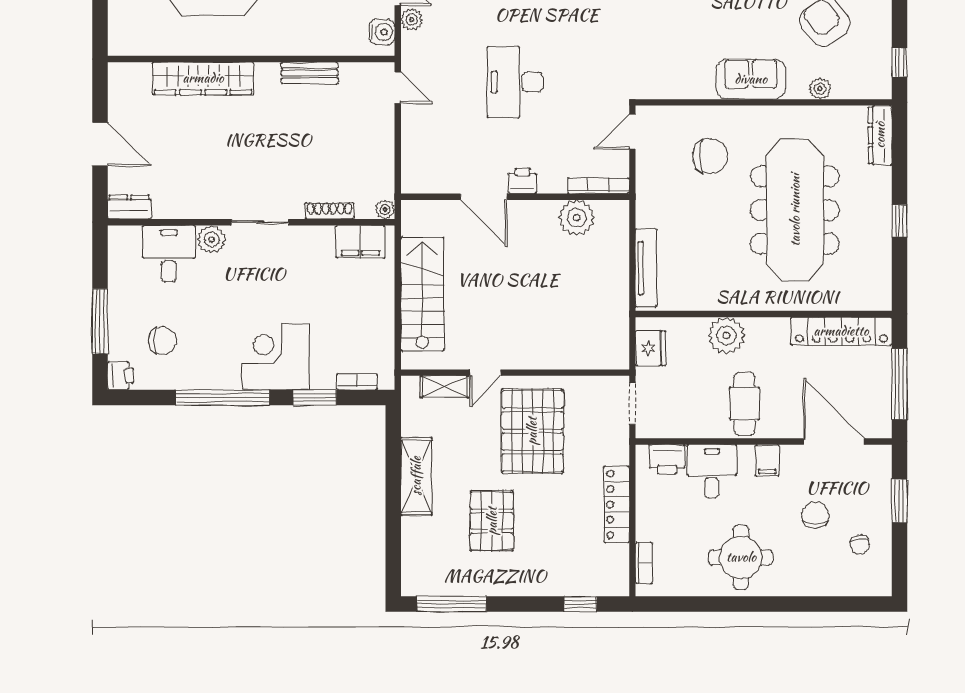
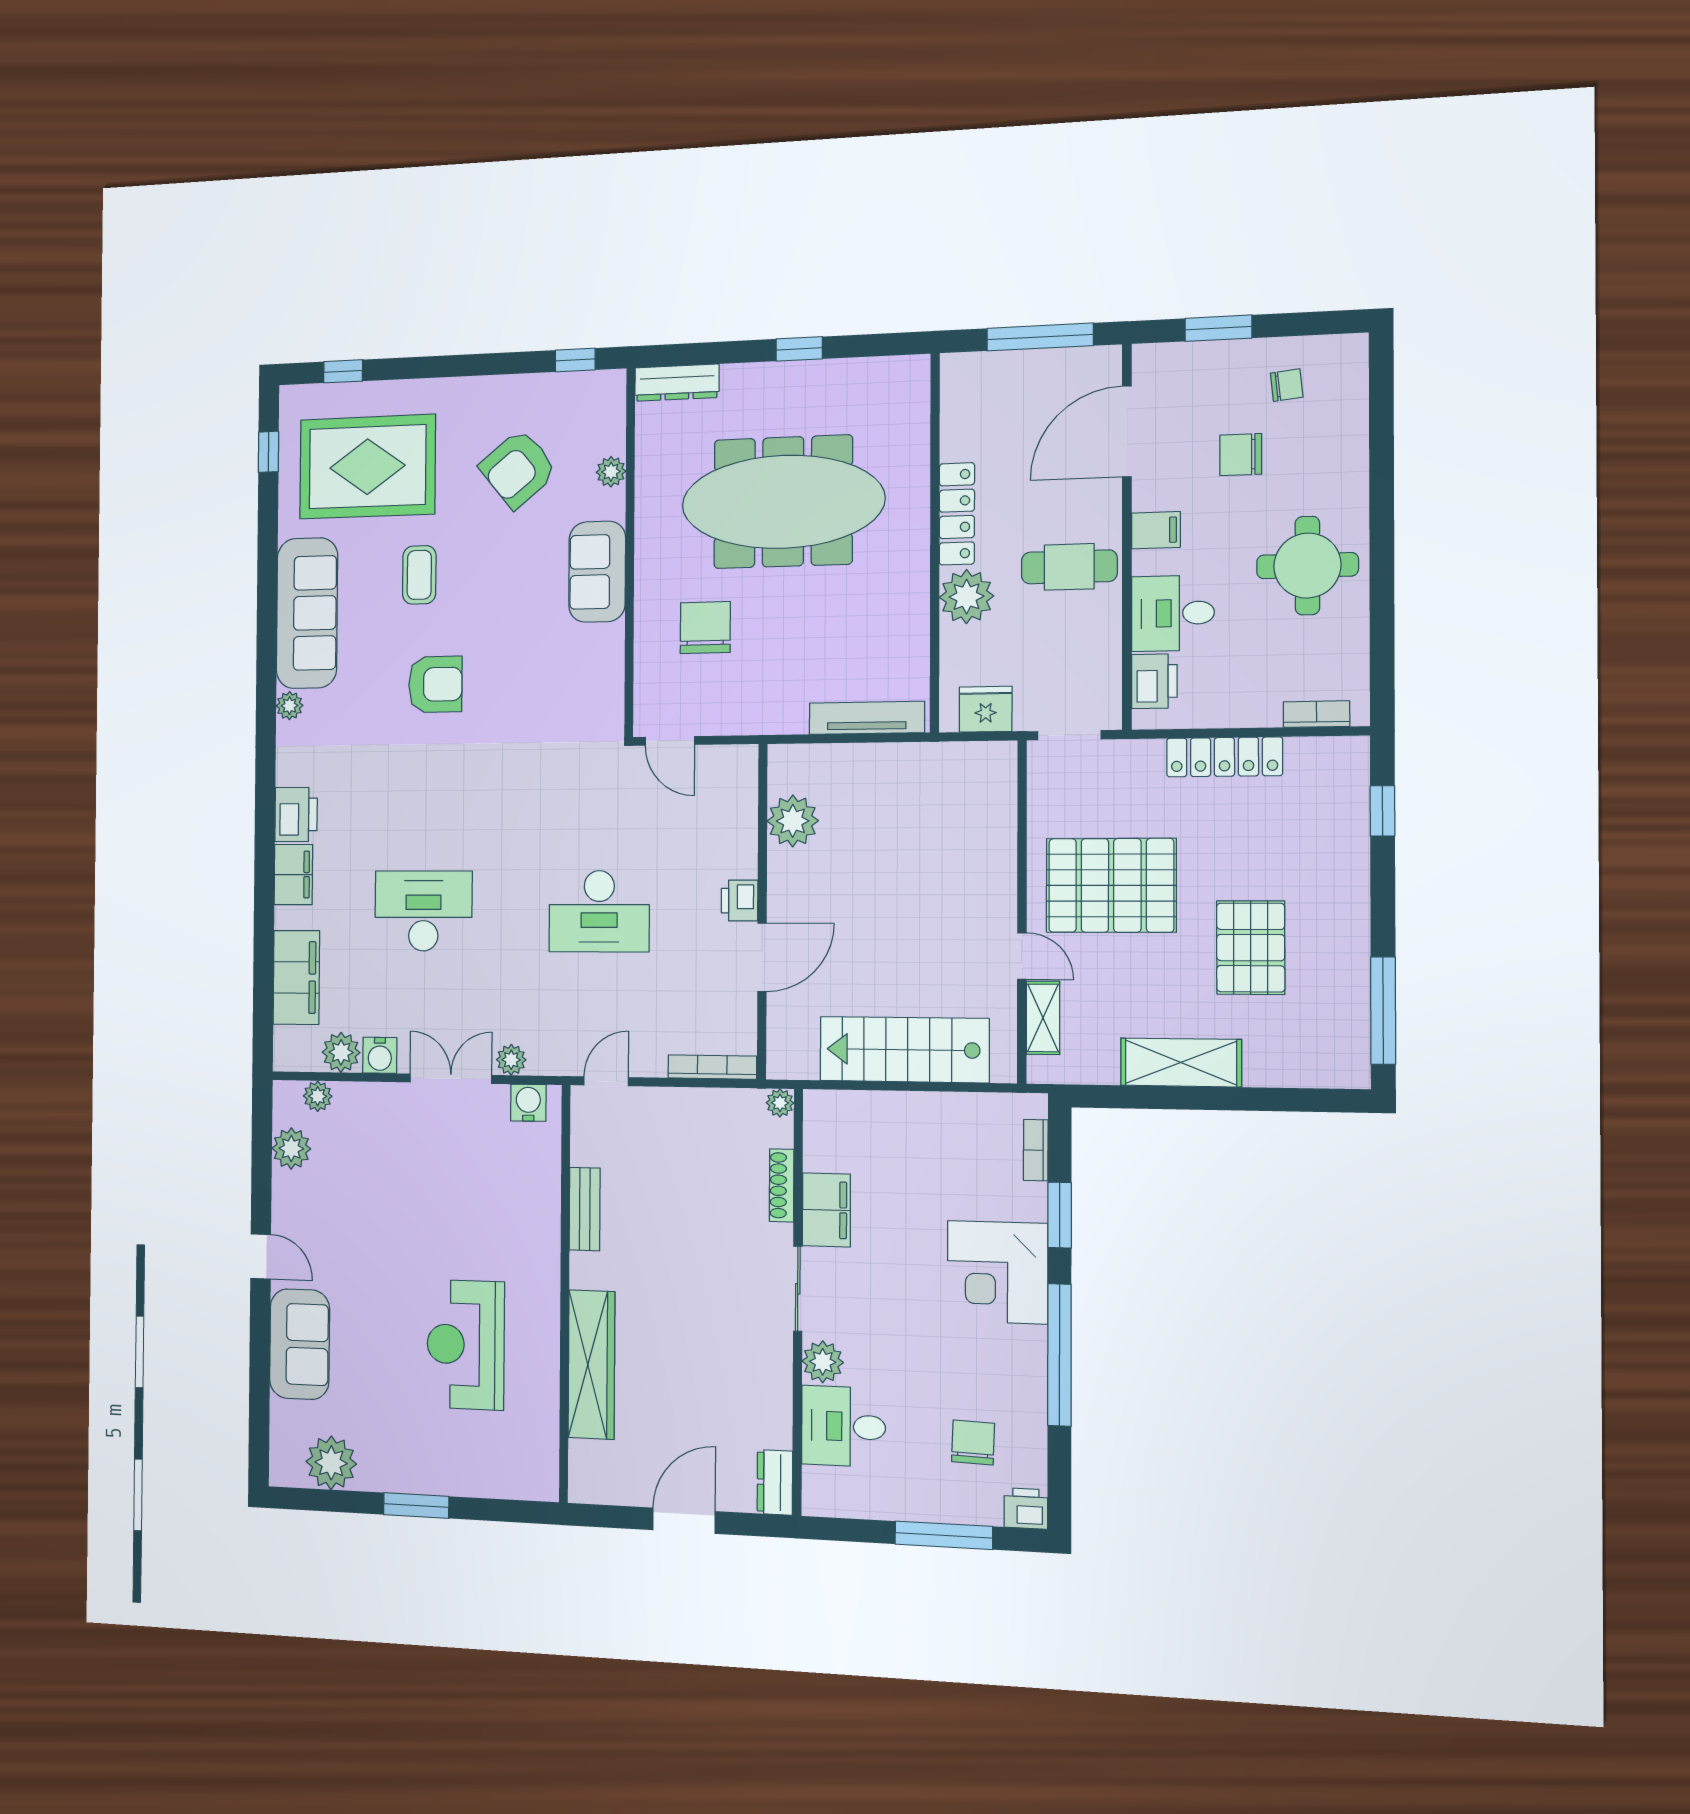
bookcase: (598, 186) -> (712, 1067), moved, turned 90
filing cabinet: (360, 242) -> (826, 1210), moved
locker: (841, 331) -> (957, 514), moved, width x0.71, depth x0.83
pallet: (492, 521) -> (1251, 948), turned 90

